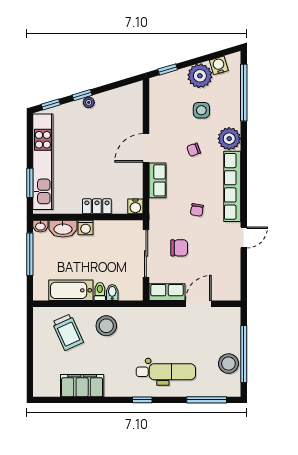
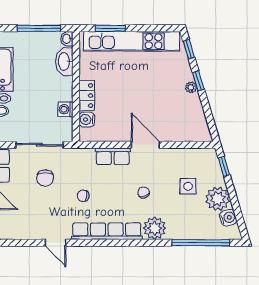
side table: (201, 110) -> (188, 186), moved
water cooler: (135, 206) -> (87, 120), moved
washing machine: (86, 228) -> (65, 109), moved

